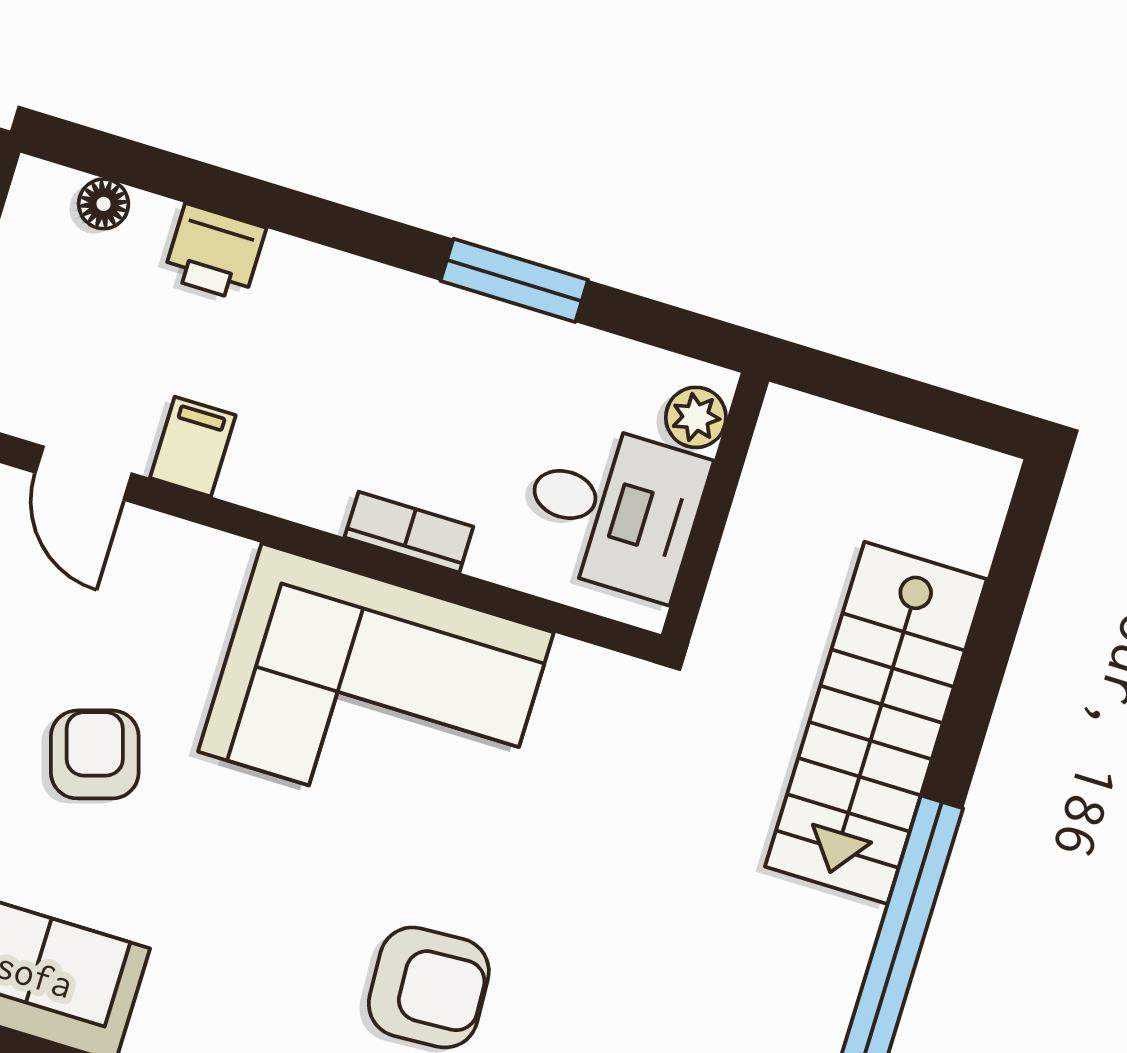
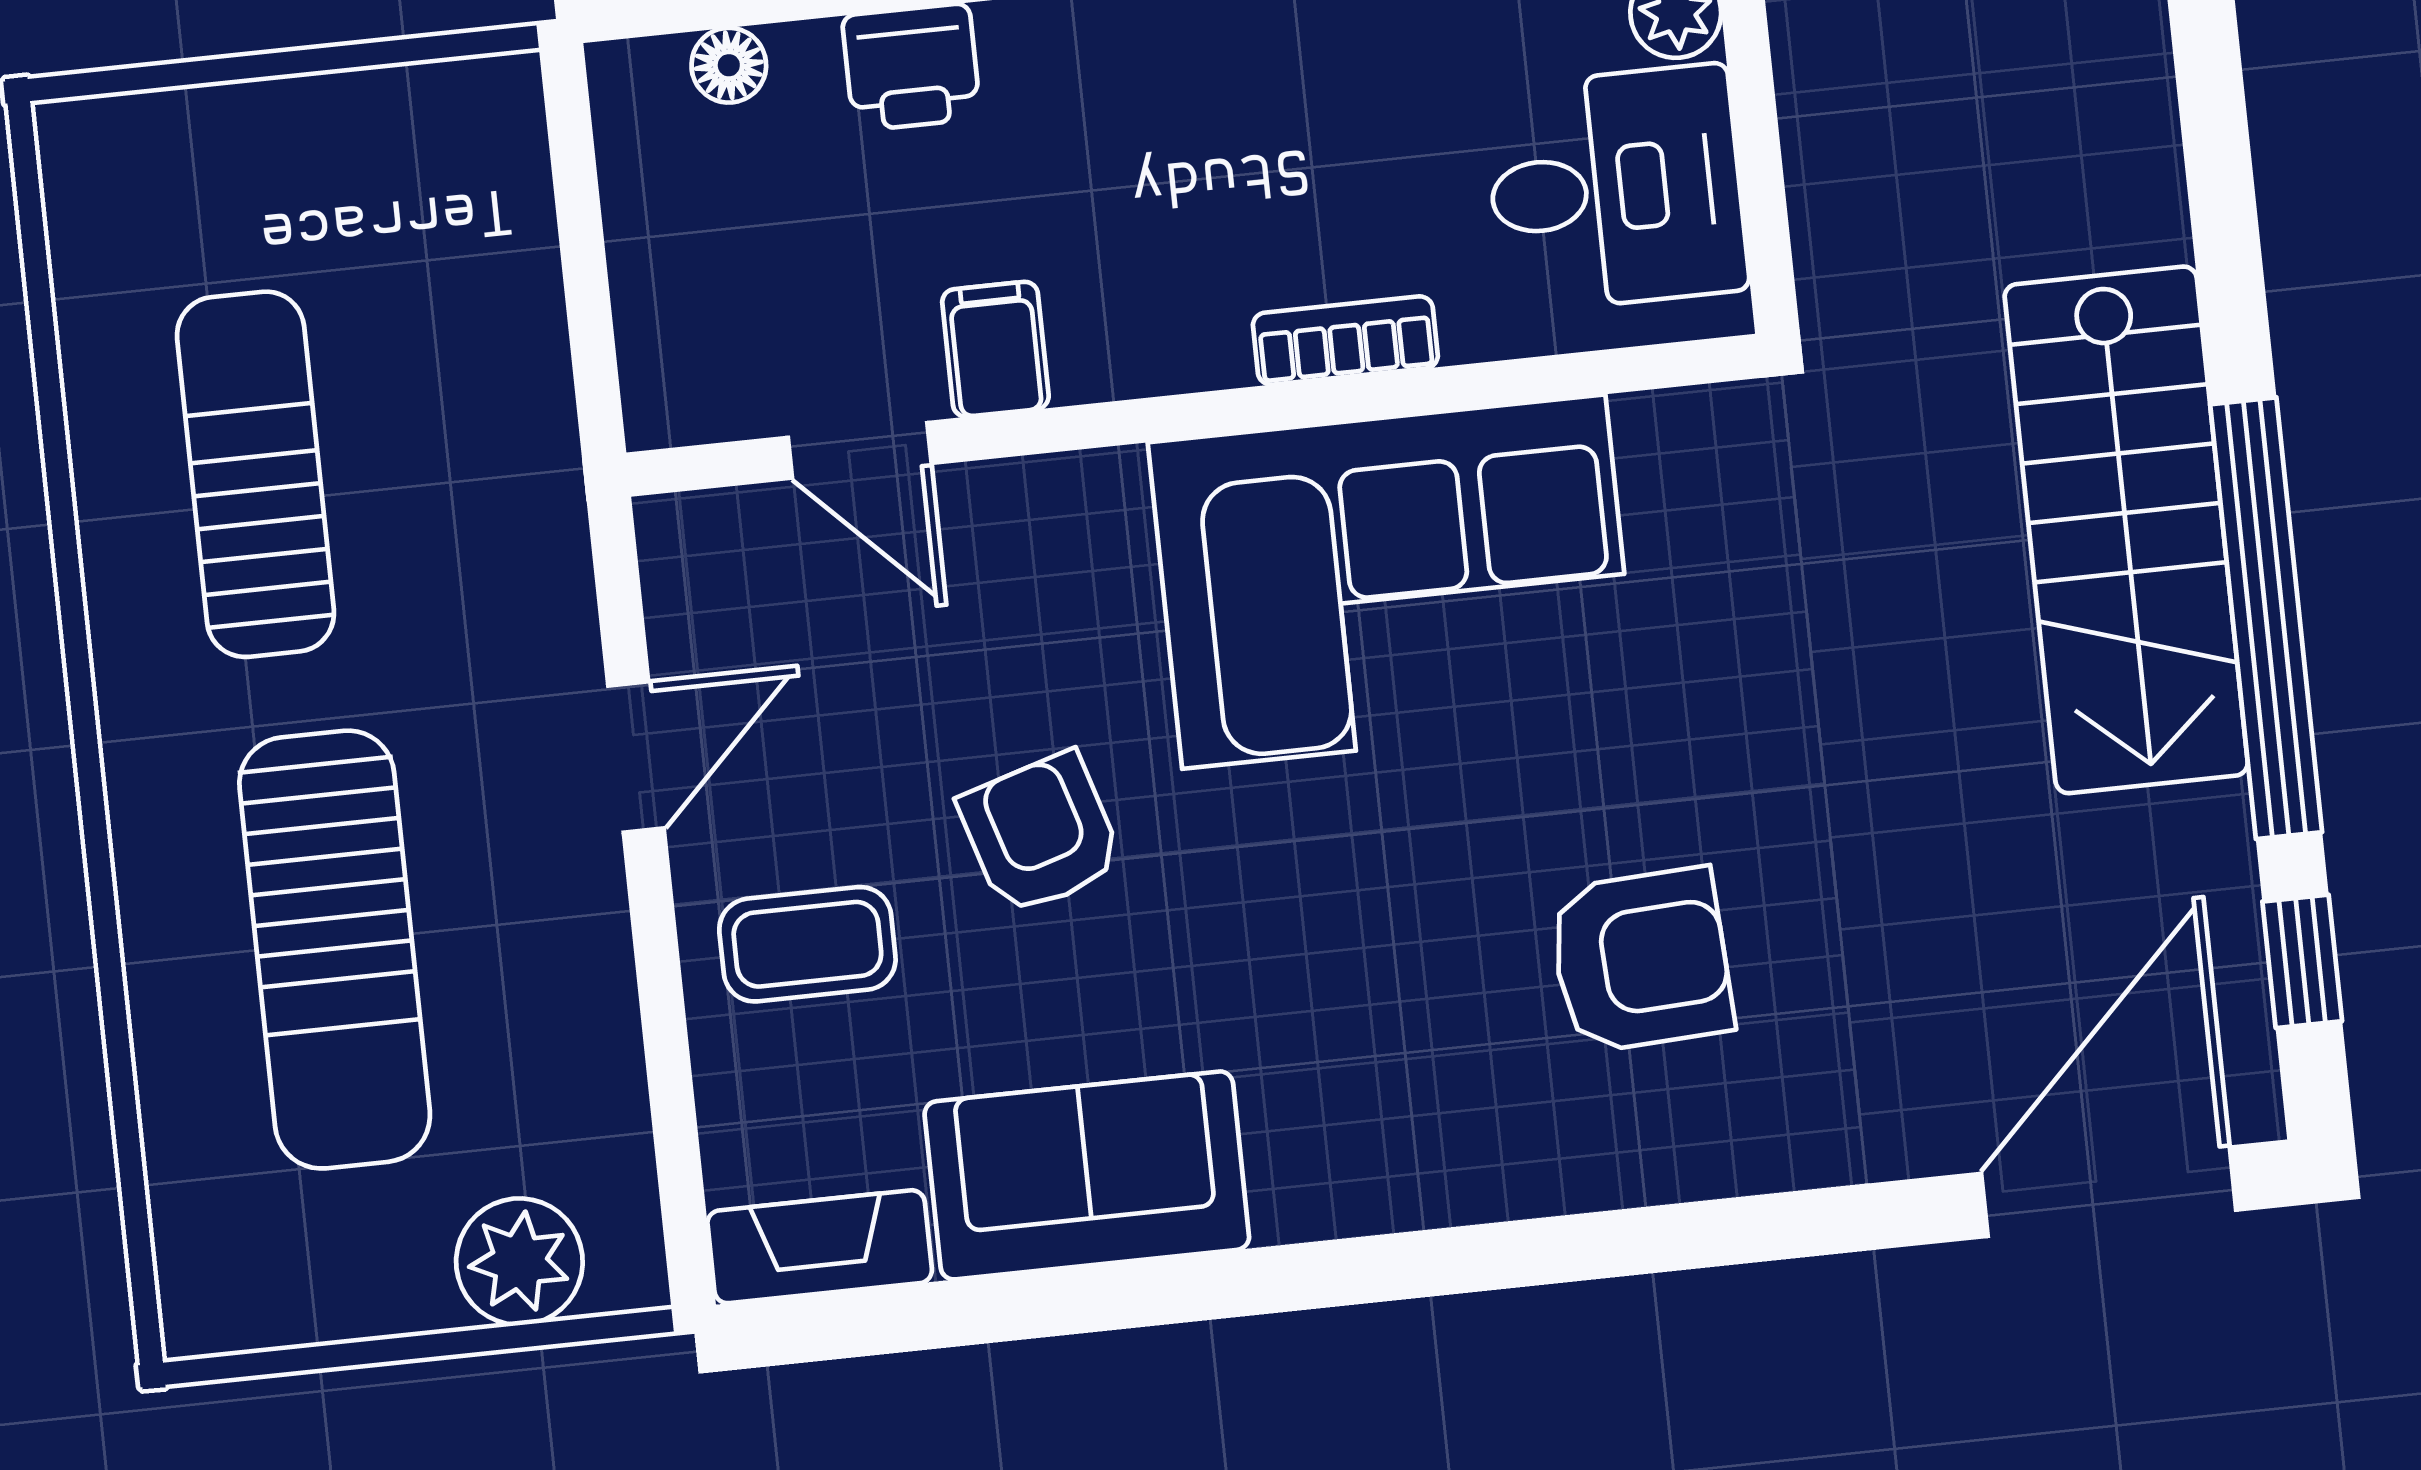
stairs: (876, 723) -> (2126, 530), moved

